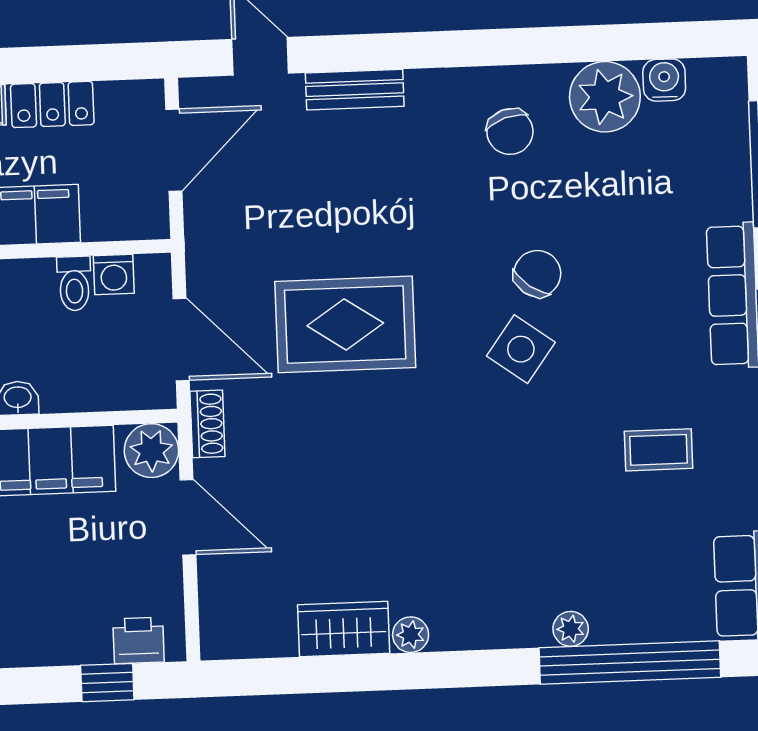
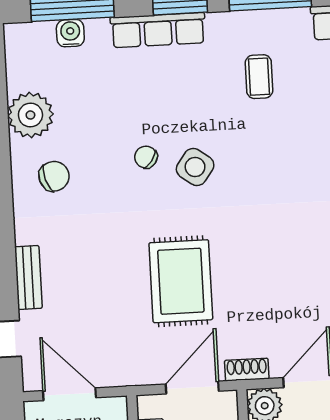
water cooler: (664, 80) -> (70, 33), moved, turned 90
chair: (537, 274) -> (146, 157), width x0.73, depth x0.73

